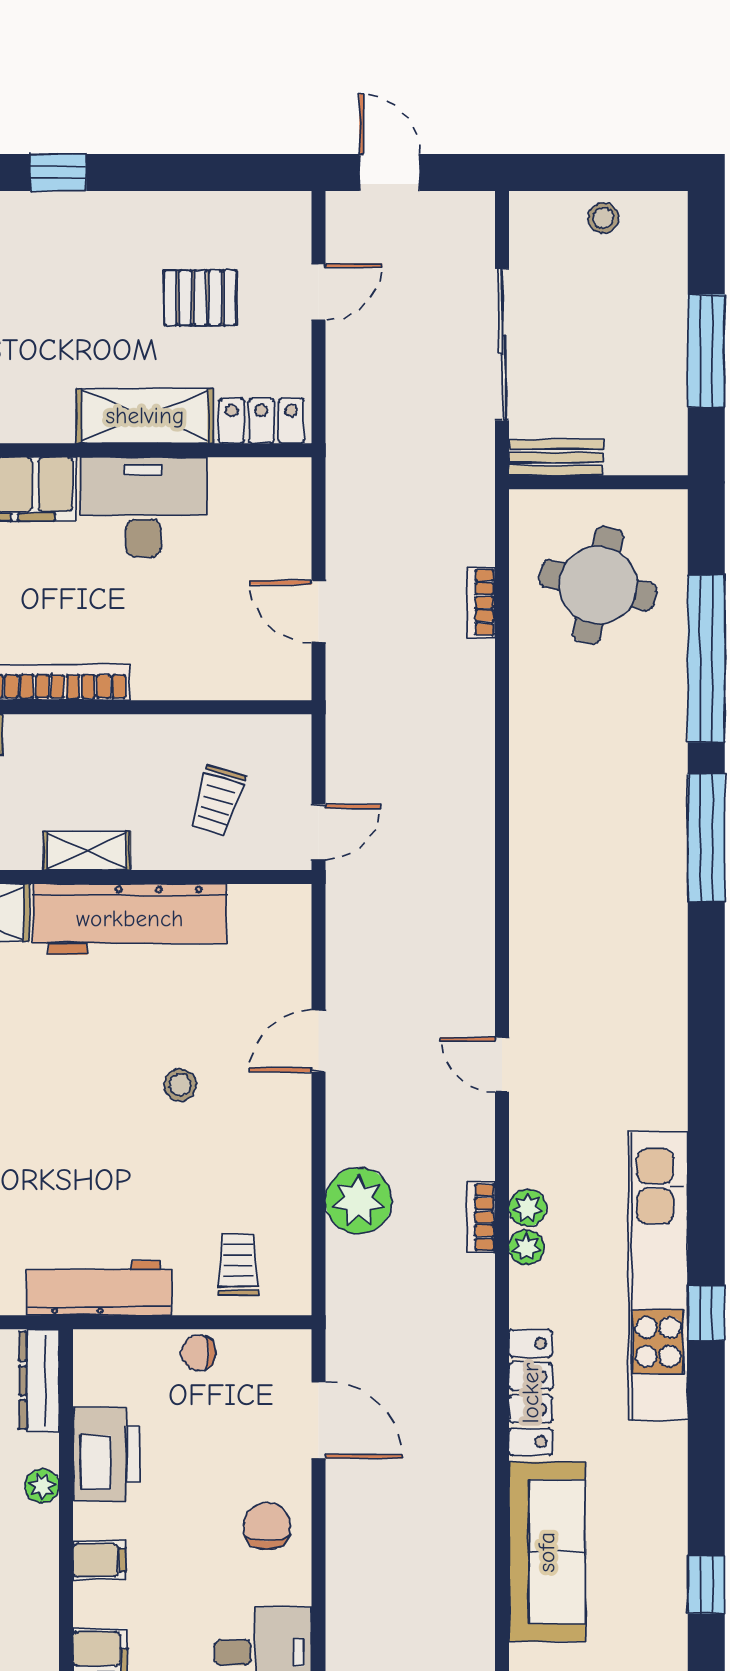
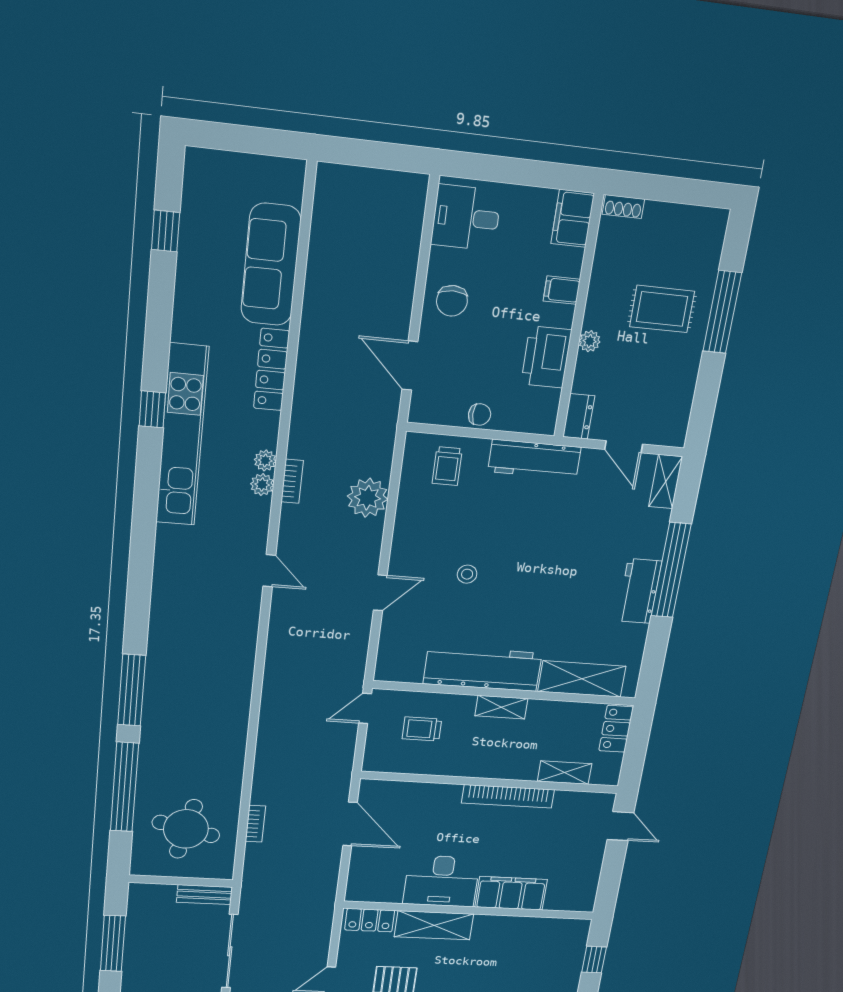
door: (319, 612) -> (350, 824), width x1.38
trolley: (217, 801) -> (422, 729), turned -107
dresser: (39, 1380) -> (579, 416), width x0.70

